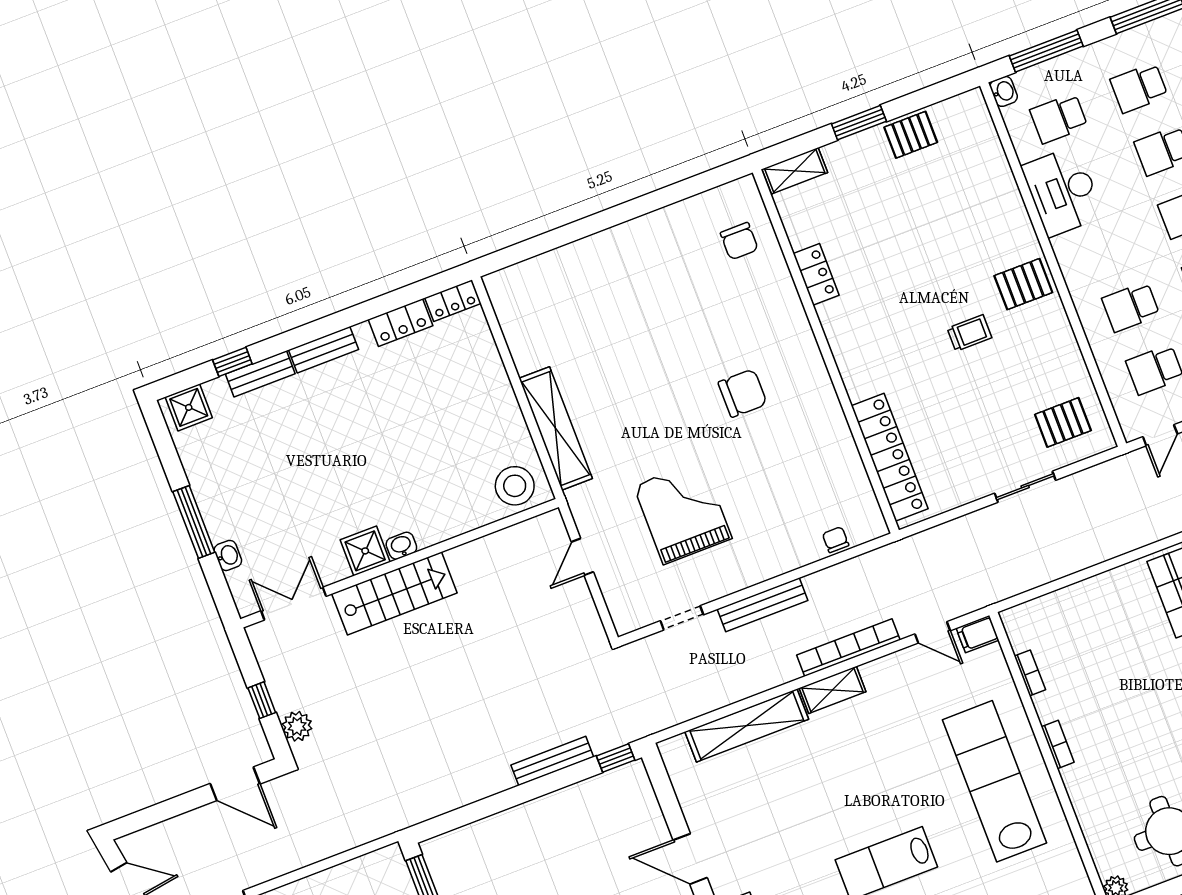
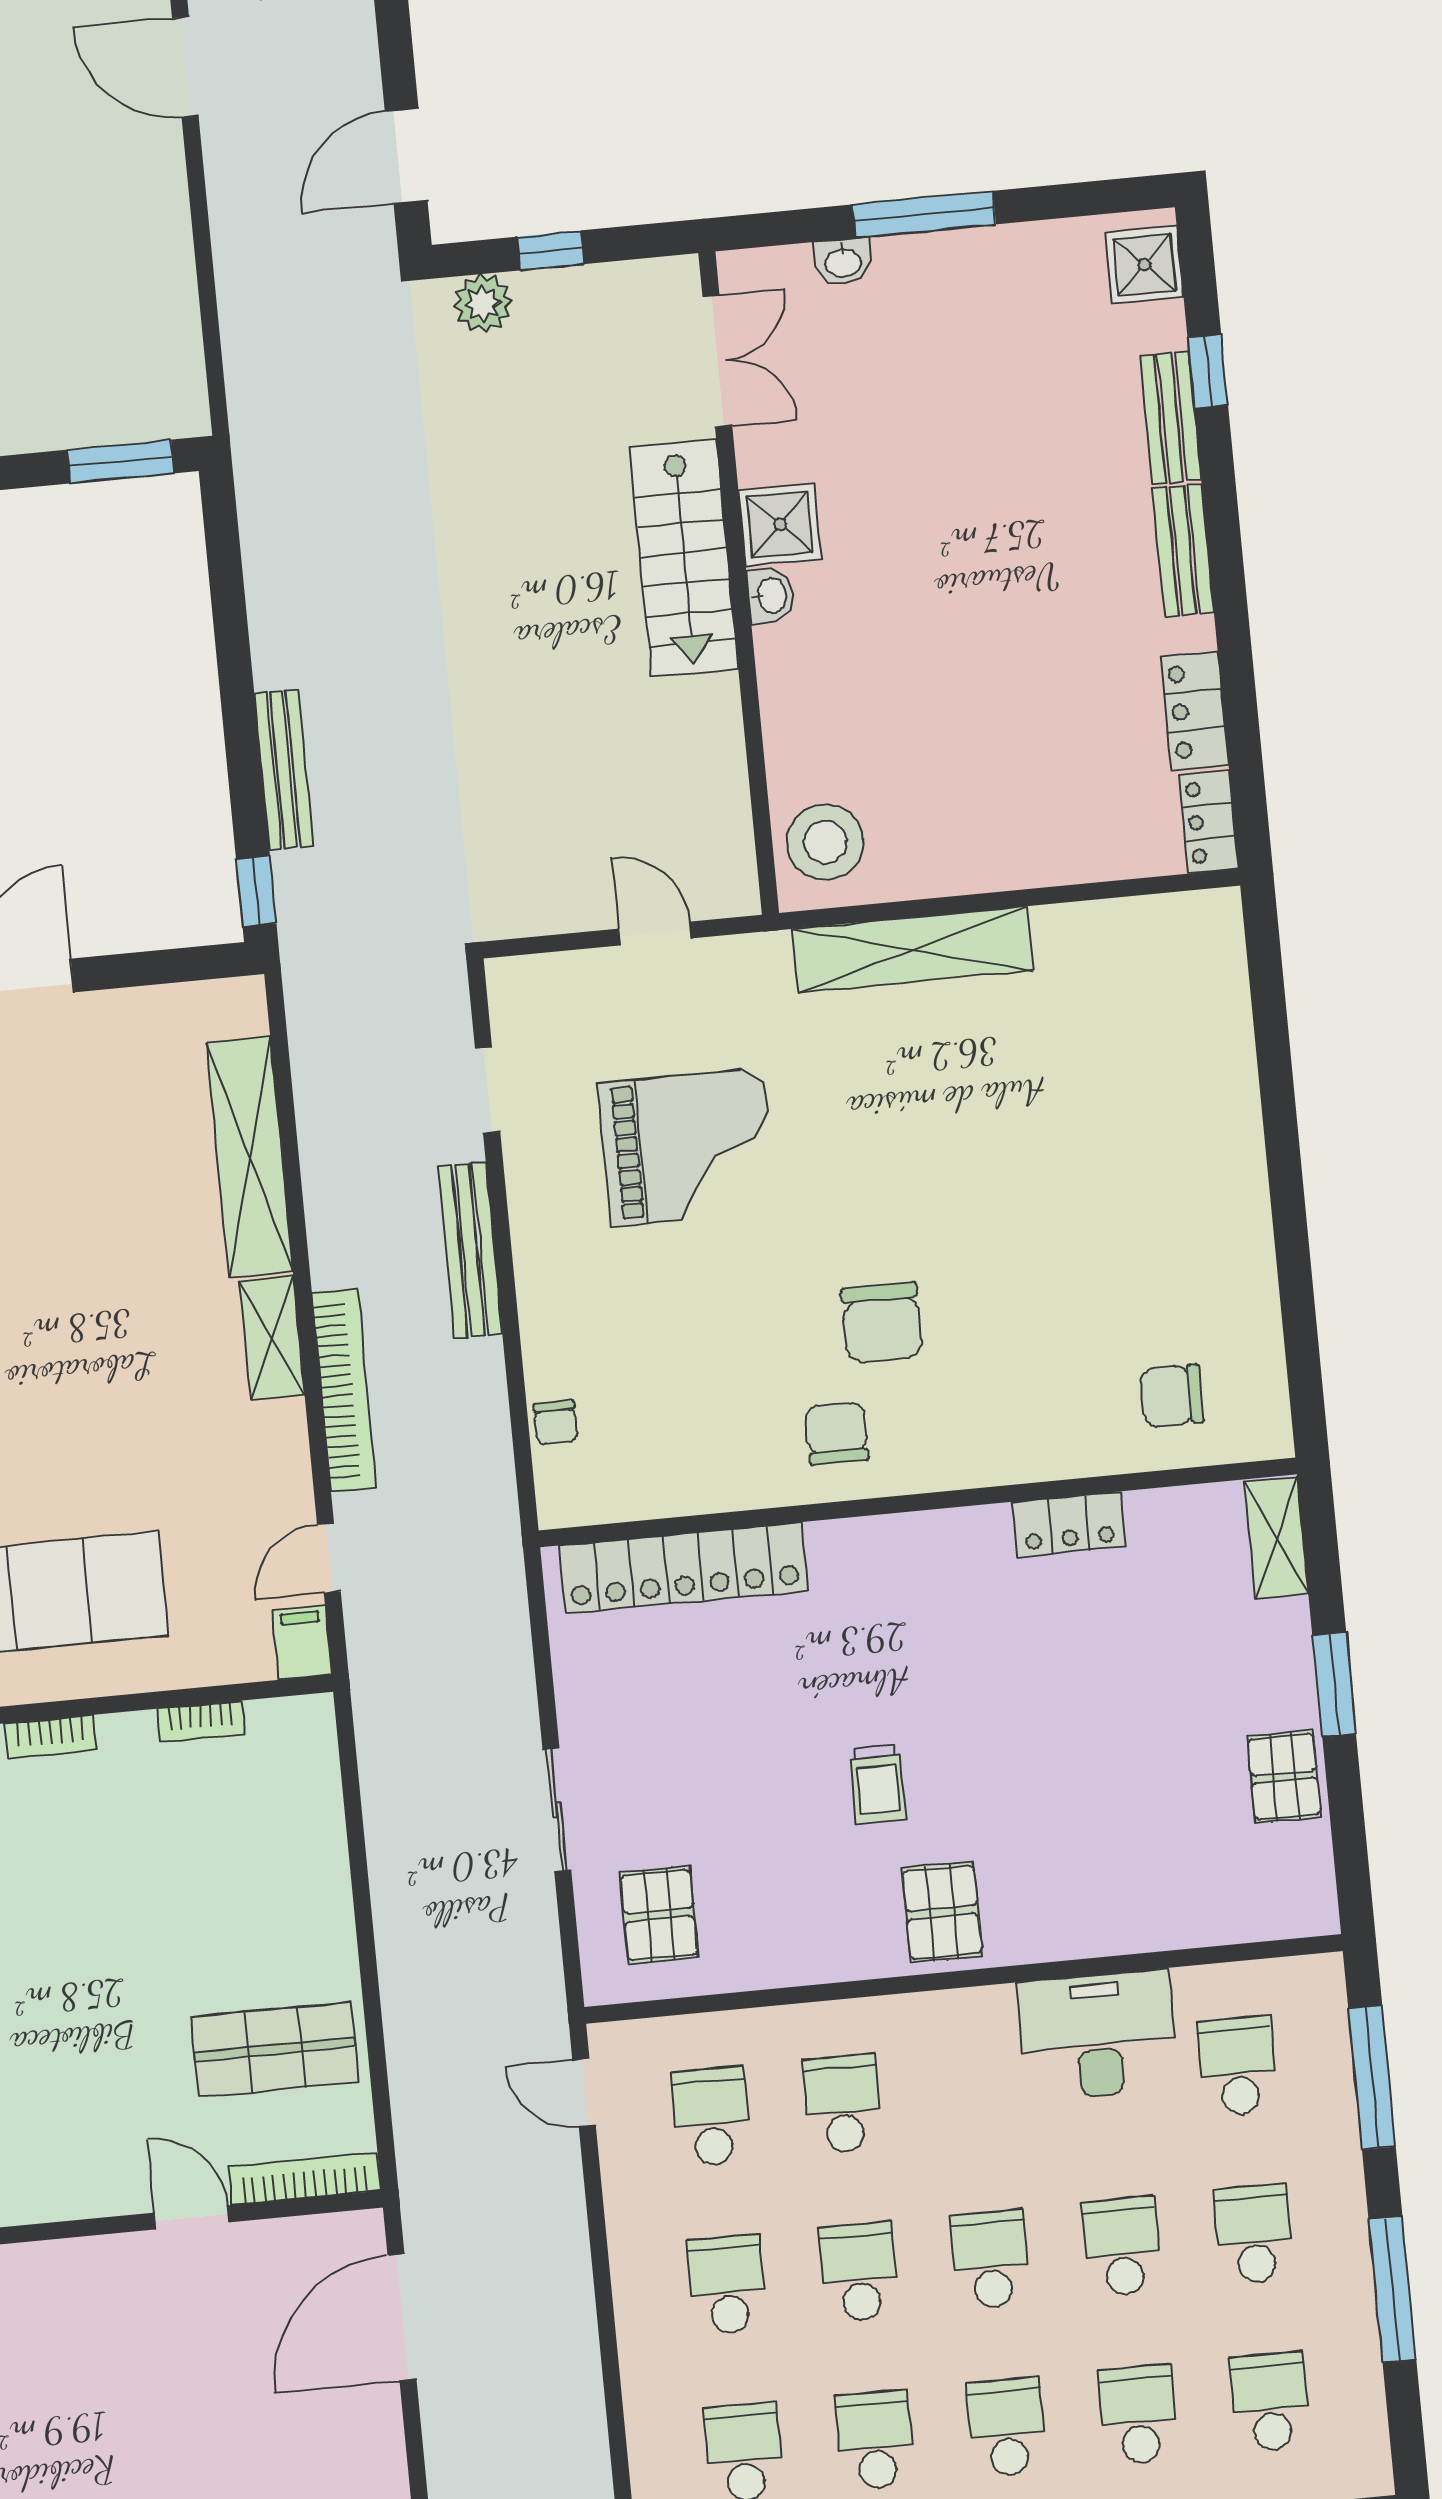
washbasin: (1004, 91) -> (1318, 1976), removed
chair: (803, 400) -> (837, 1433), added
chair: (836, 540) -> (555, 1423), turned 90

